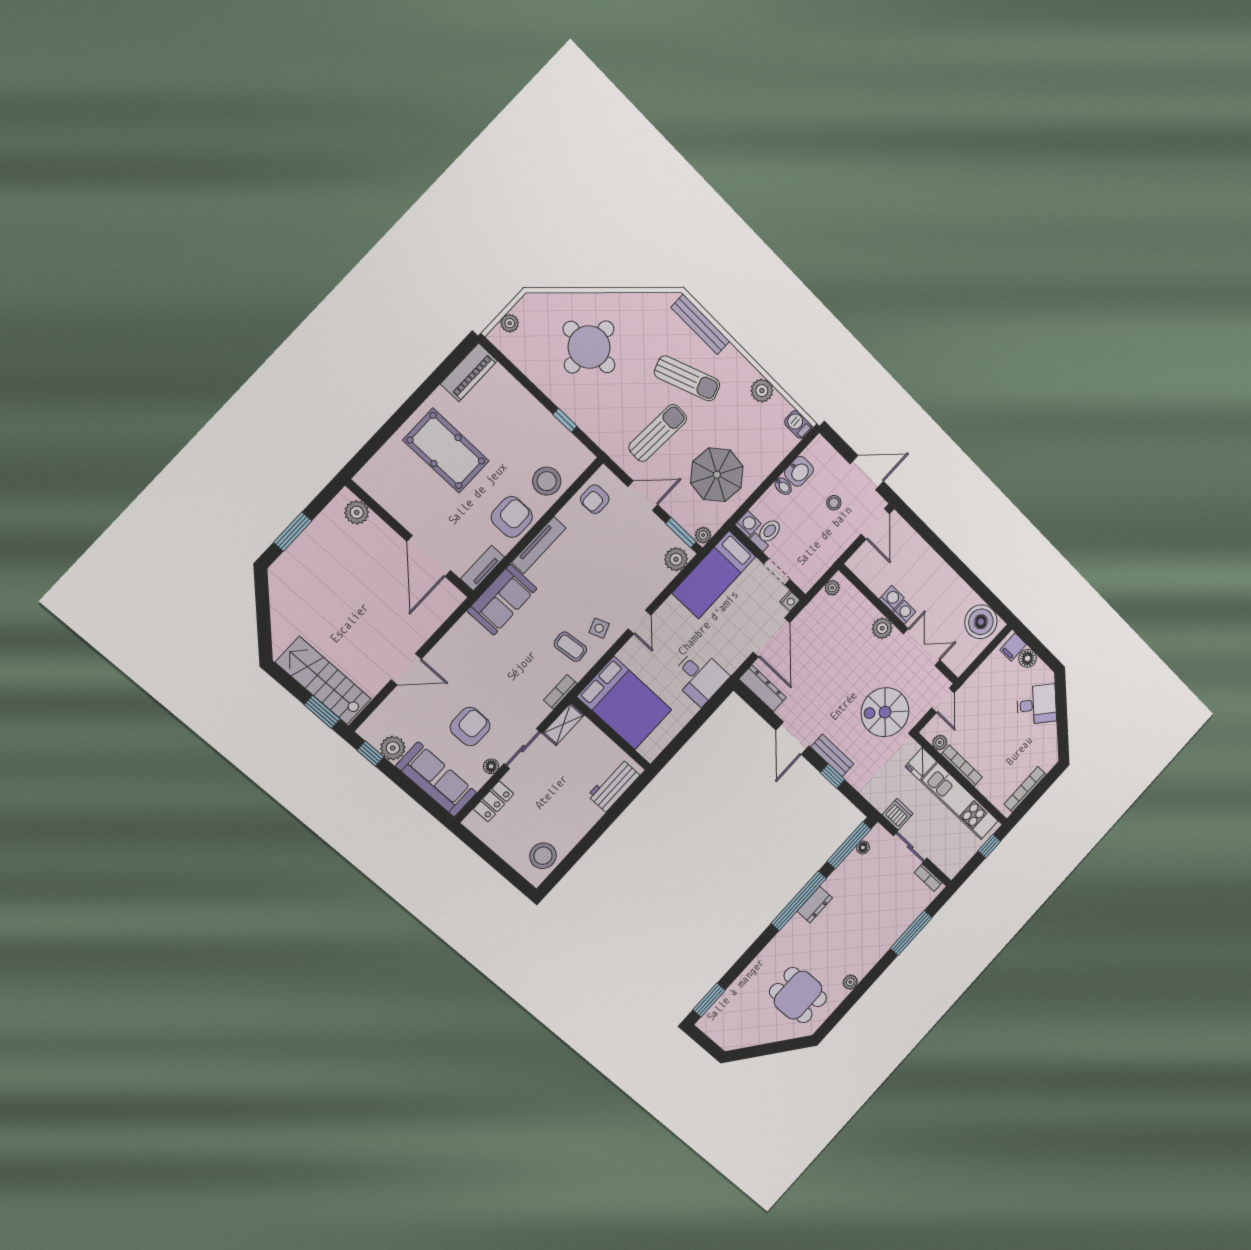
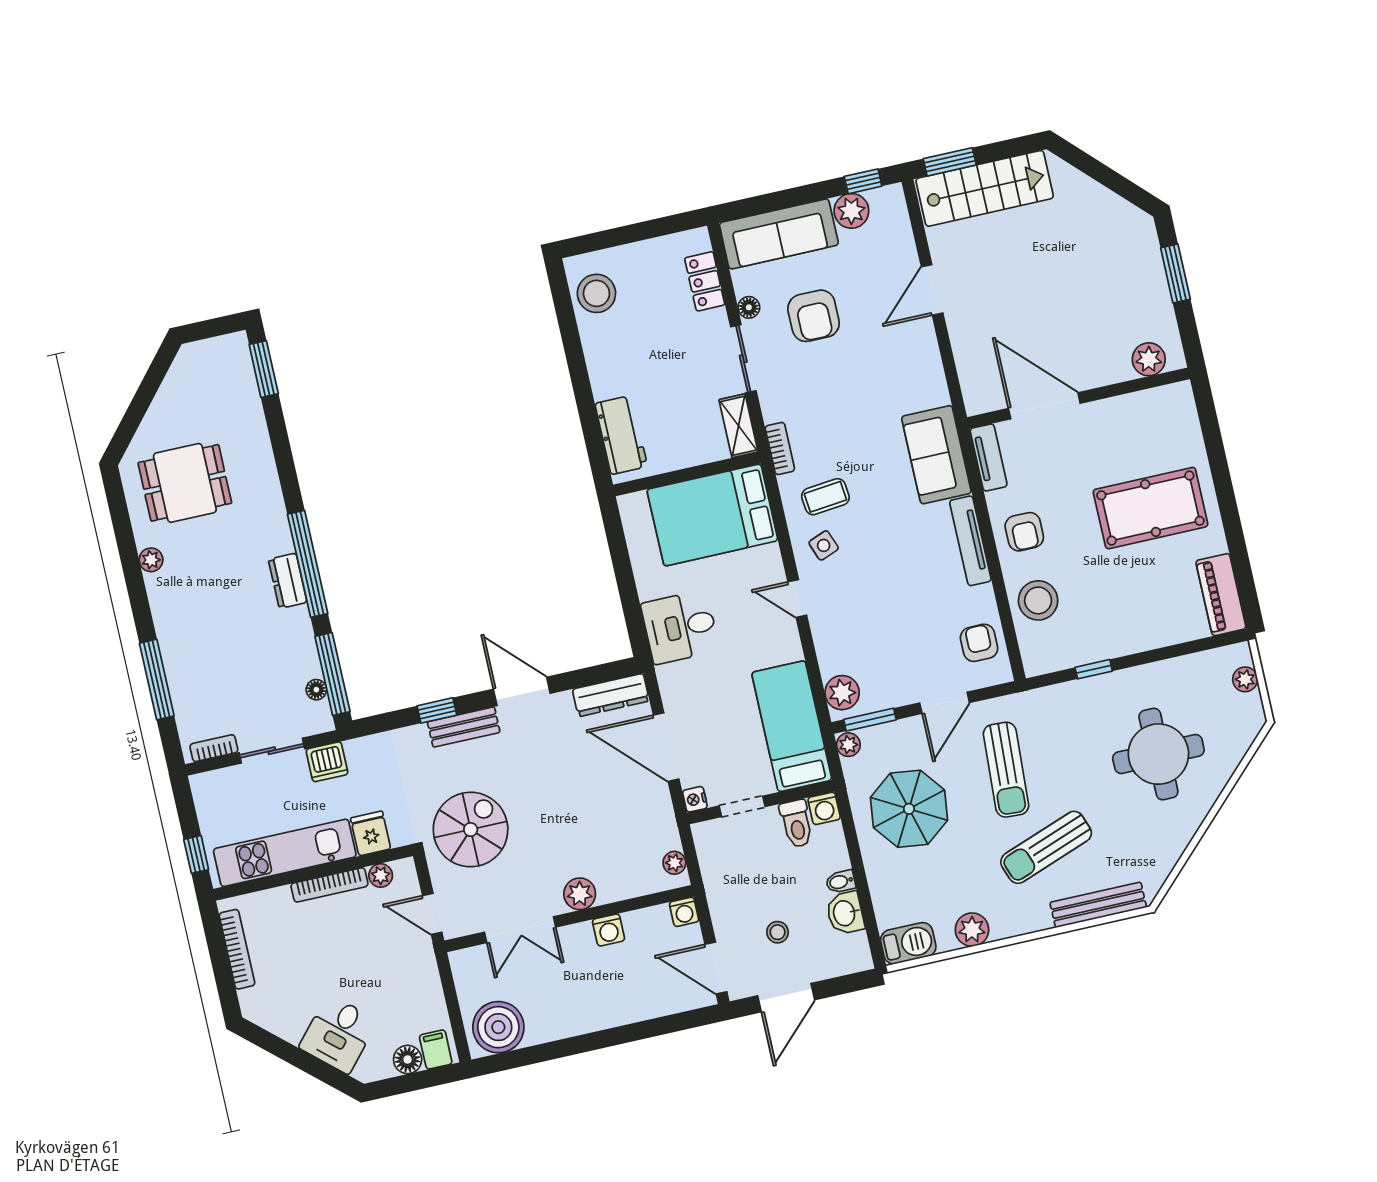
barbecue: (798, 425) -> (908, 943), width x1.38, depth x1.27
armchair: (512, 517) -> (1024, 532), width x0.72, depth x0.72
washing machine: (904, 612) -> (684, 912), moved

